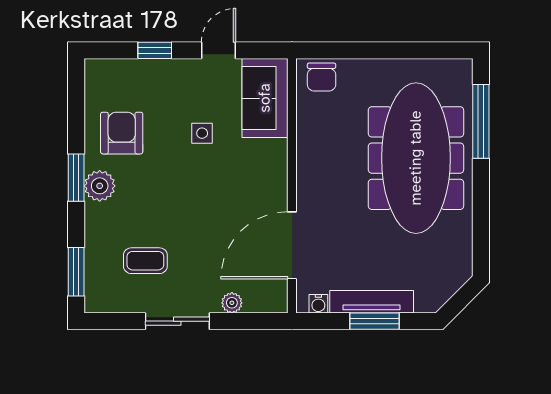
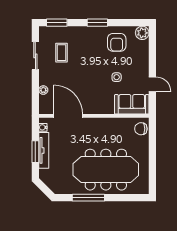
window: (155, 50) -> (152, 57), removed
window: (481, 121) -> (88, 198), moved
armchair: (122, 133) -> (117, 42), turned 90
plant: (100, 186) -> (142, 33), moved
sliding door: (177, 321) -> (35, 56), moved

